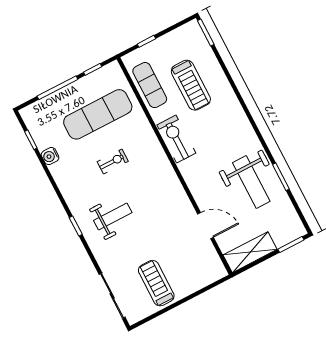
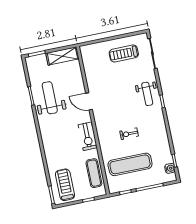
treadmill: (191, 85) -> (65, 185), moved
water cooler: (50, 156) -> (170, 168), moved
weight bench: (113, 217) -> (147, 94), moved, turned -90
door: (206, 226) -> (89, 101), moved
treadmill: (156, 283) -> (124, 53), turned 90

